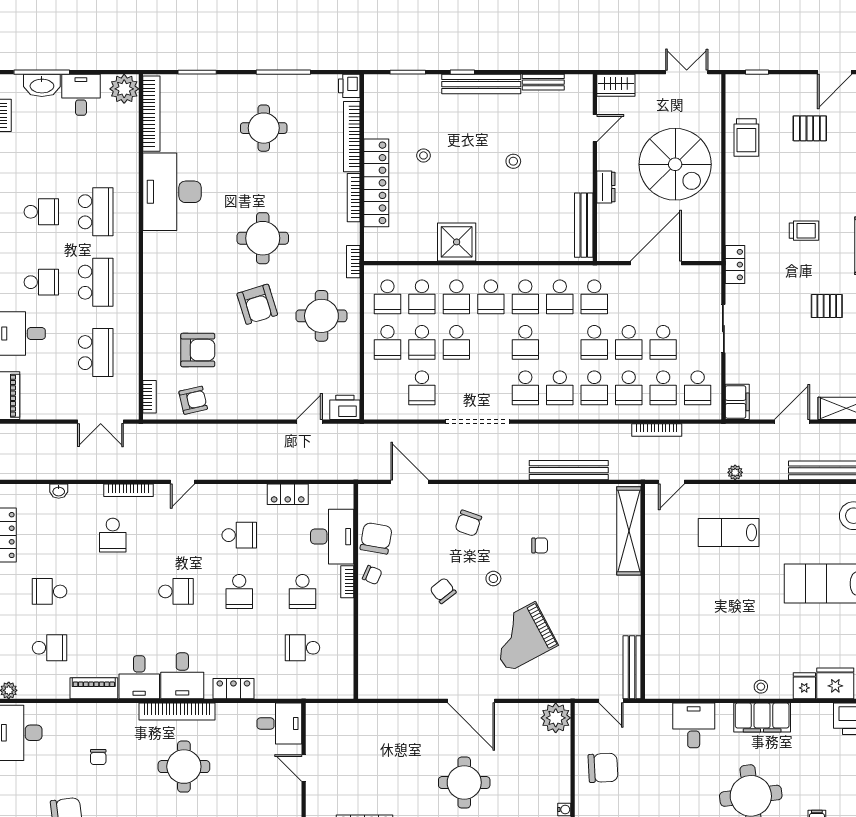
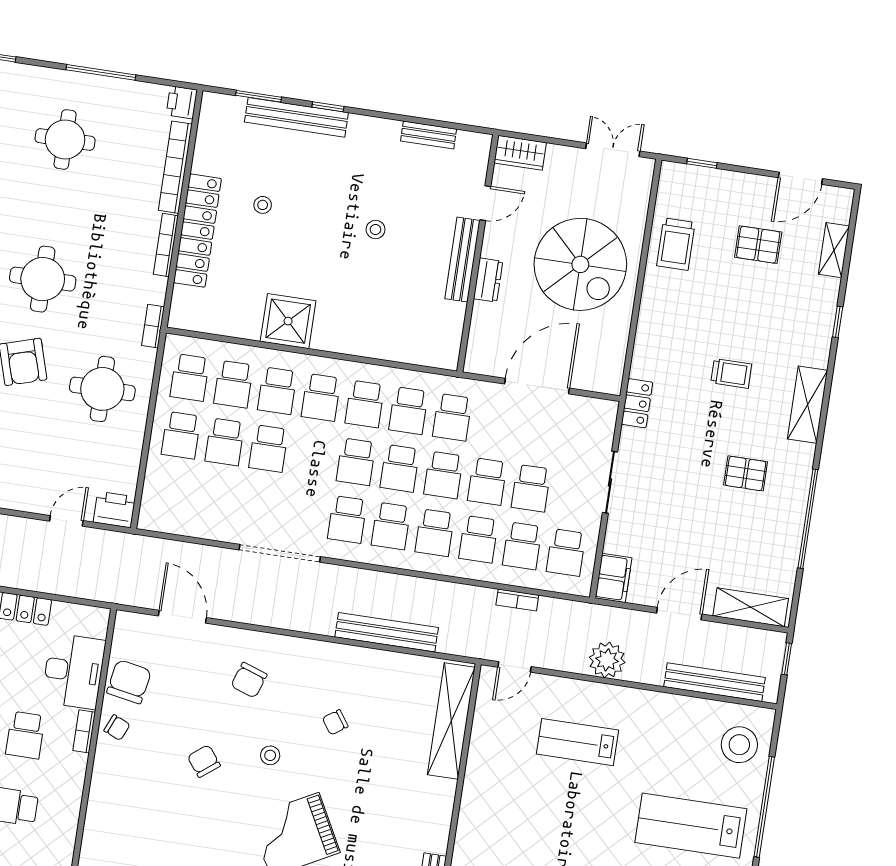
bench: (481, 84) -> (296, 117), moved
bench: (584, 225) -> (462, 260), moved
school desk: (422, 388) -> (400, 468), moved
bookcase: (657, 430) -> (517, 600), width x0.64
plant: (735, 472) -> (607, 660), width x1.88, depth x1.88
chair: (540, 545) -> (335, 722), turned 145

